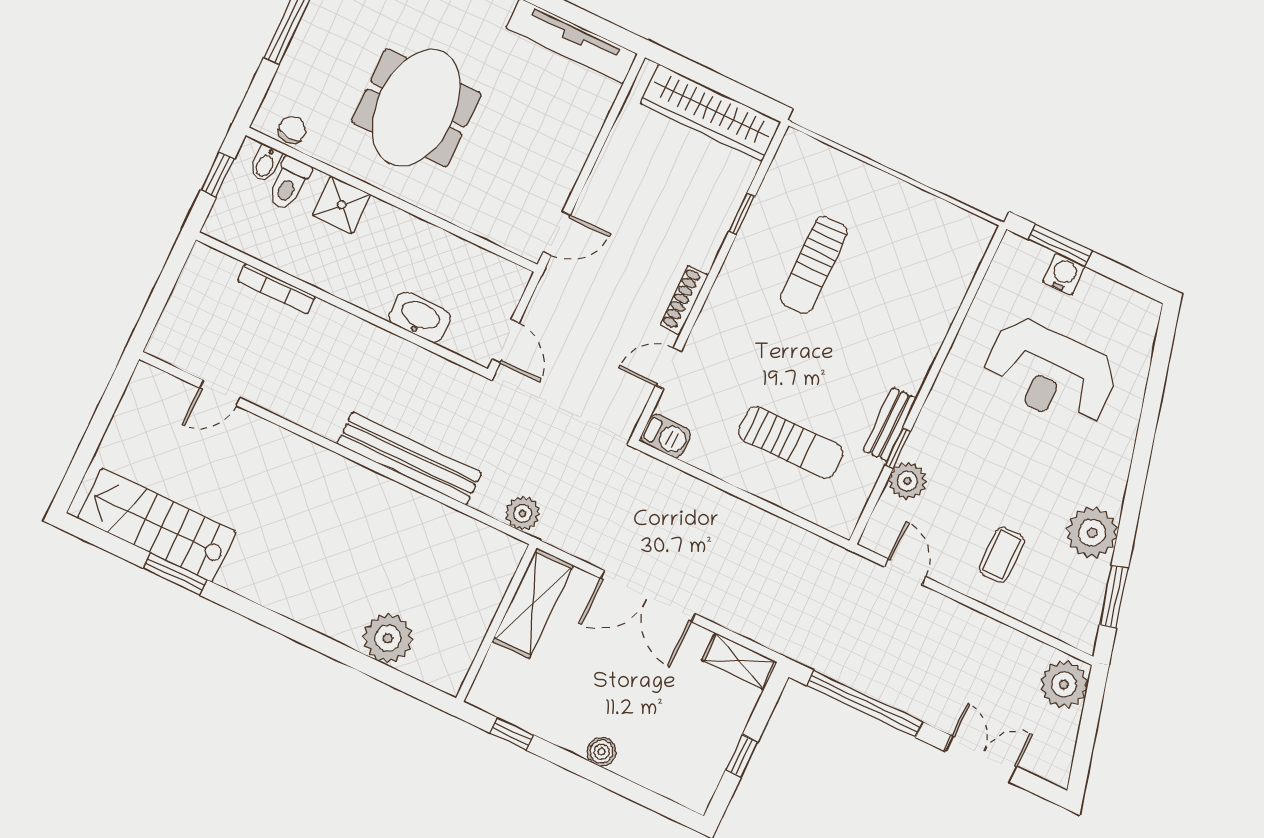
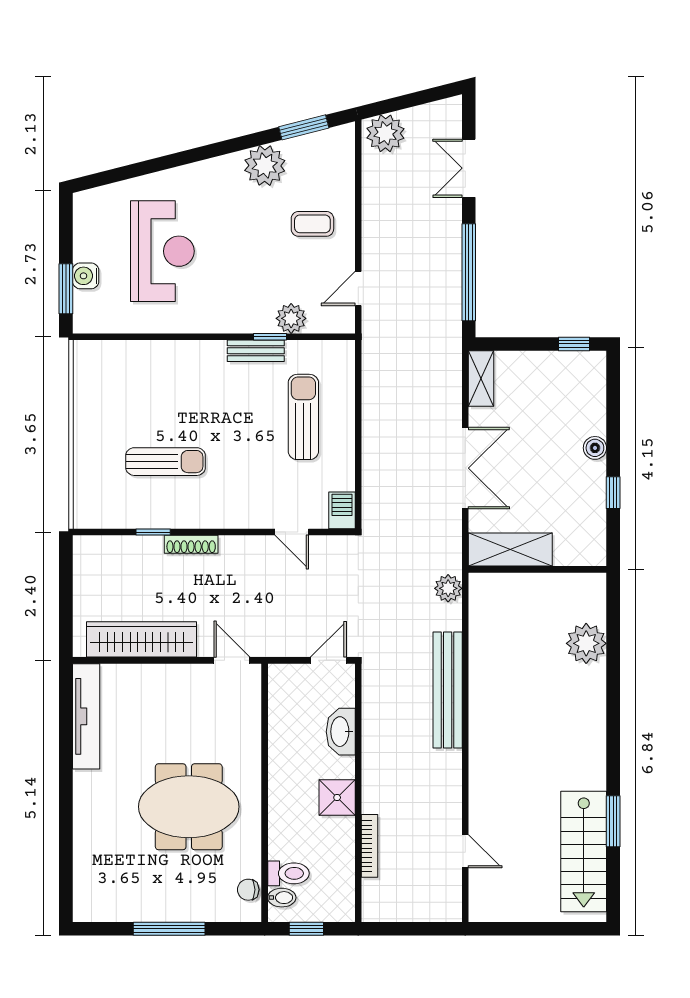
wardrobe: (710, 113) -> (142, 639), moved, turned -90
shower: (341, 205) -> (337, 798), moved
shoe rack: (684, 300) -> (191, 544), moved
window: (512, 734) -> (613, 493), moved
window: (742, 756) -> (574, 344), moved

